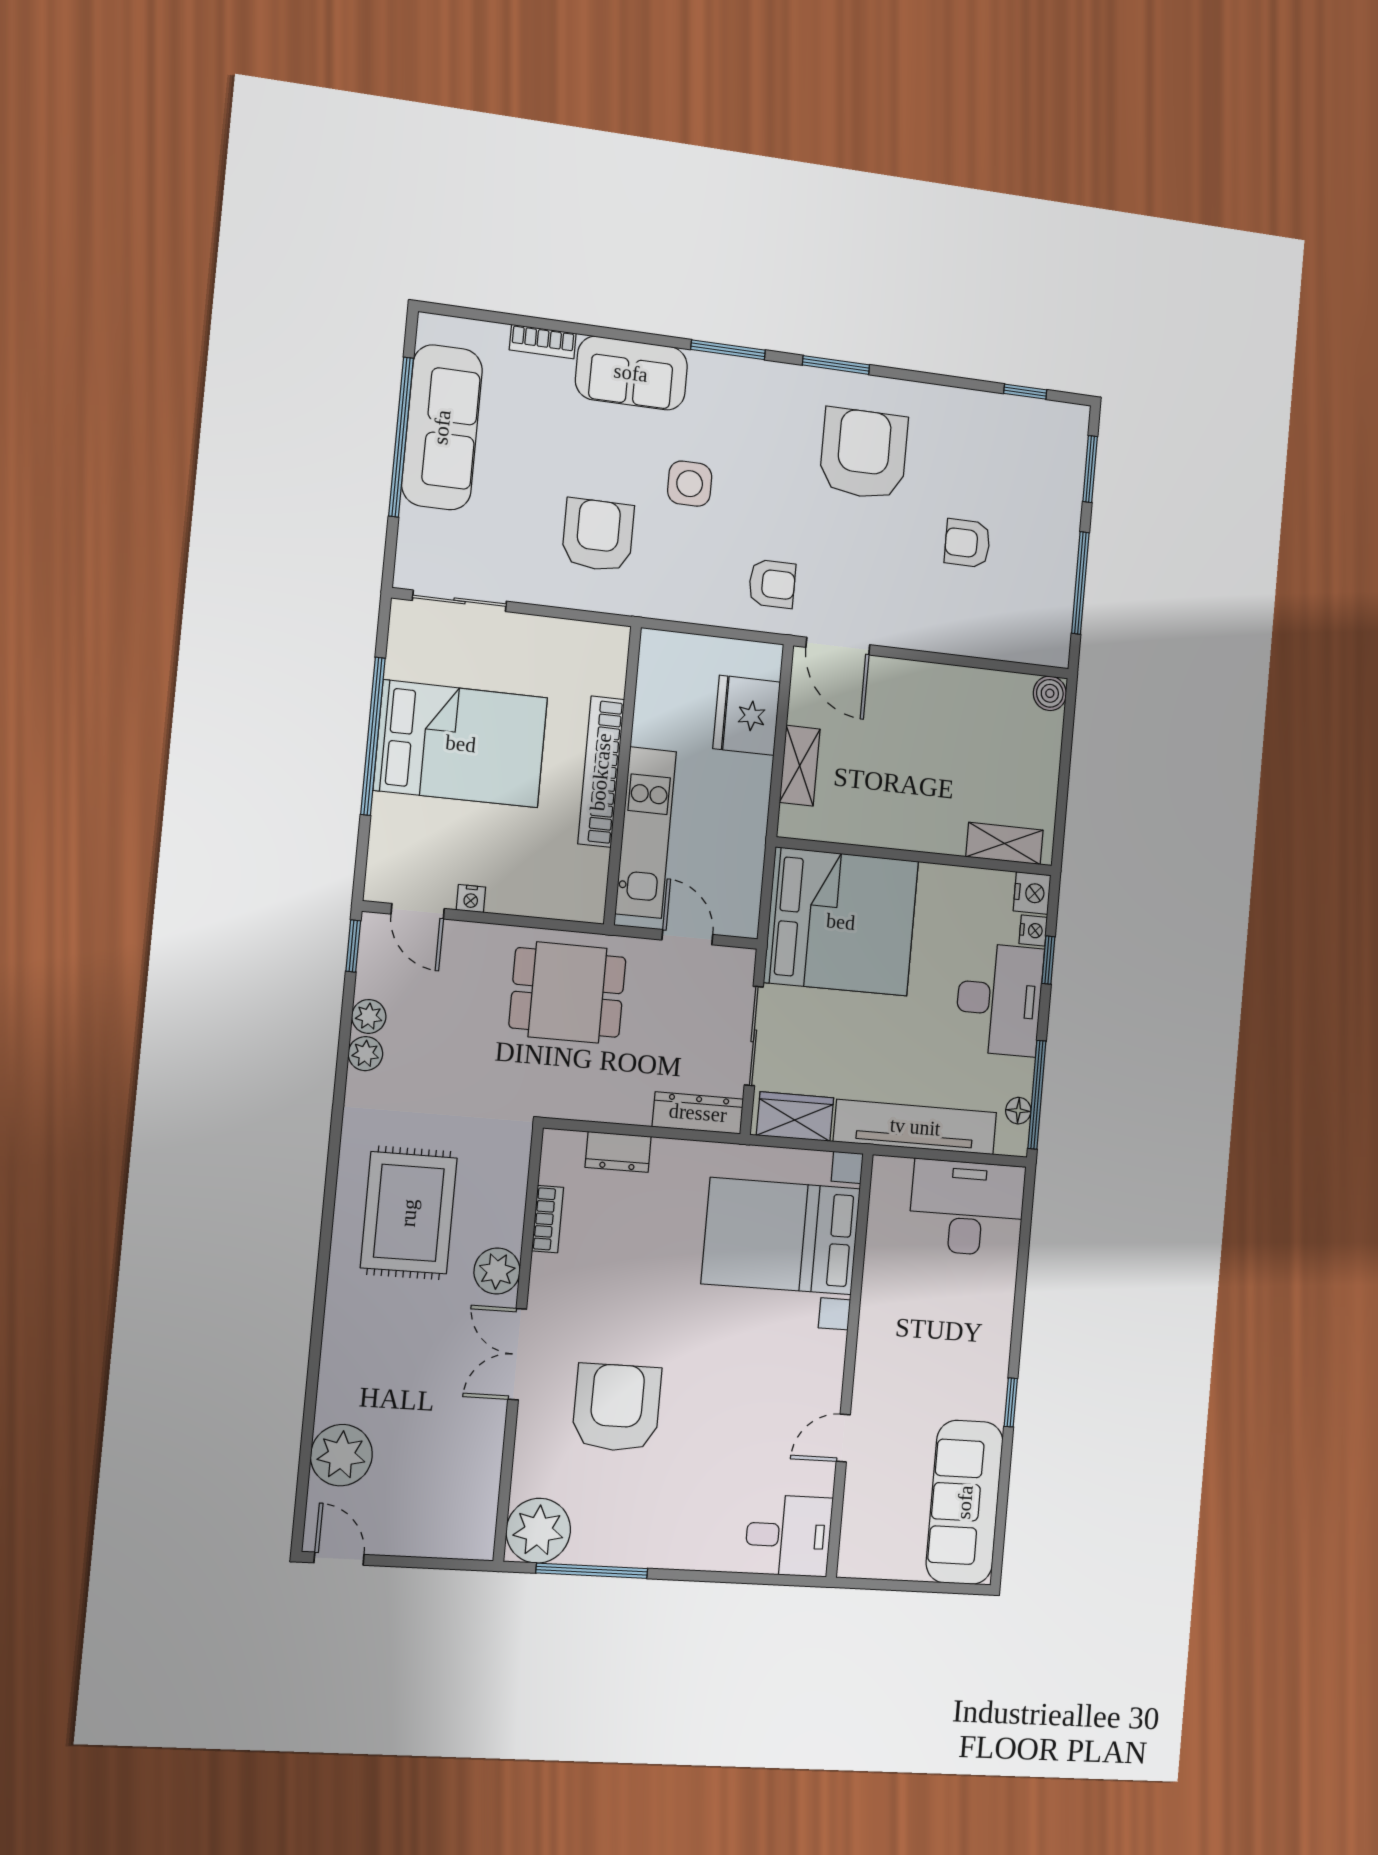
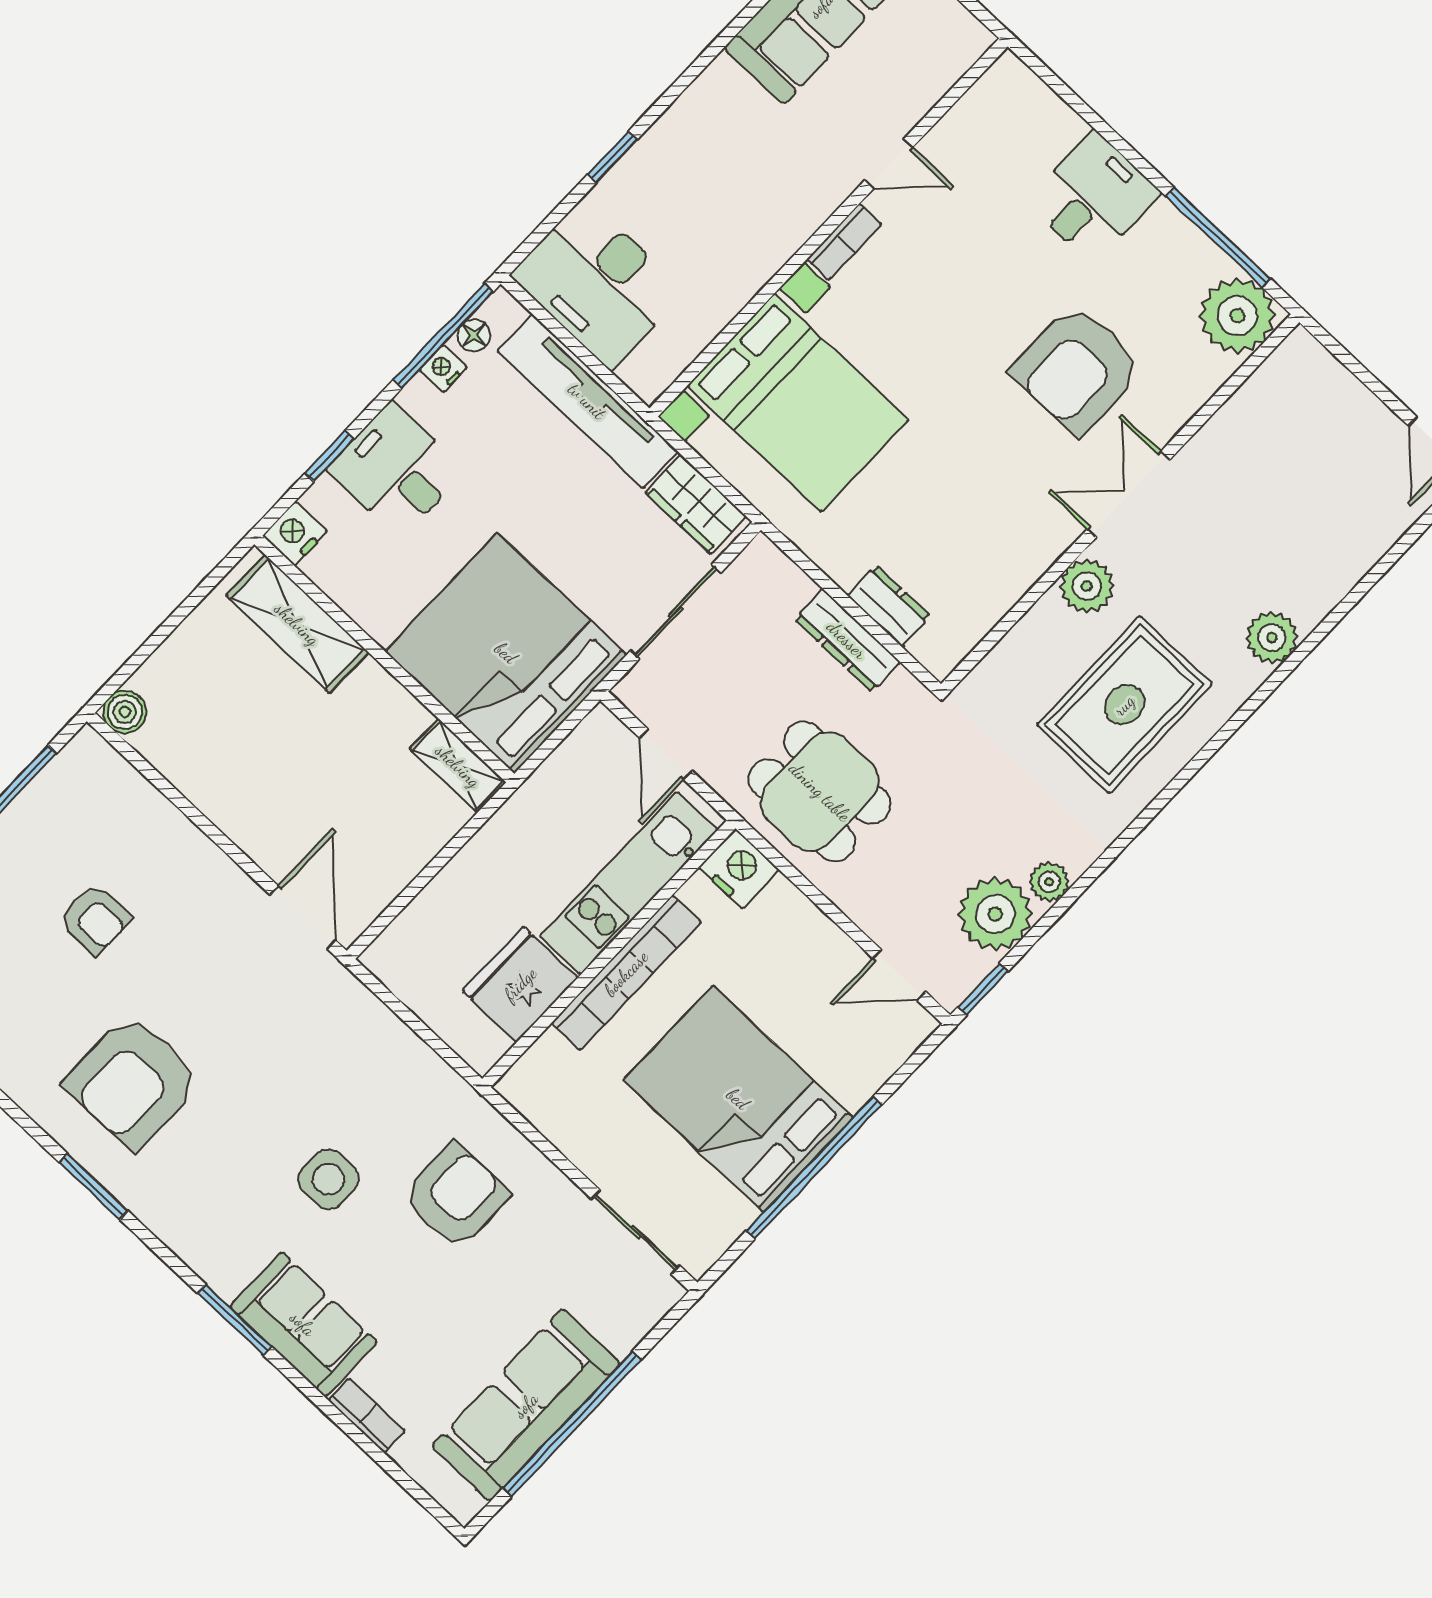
window: (728, 350) -> (234, 1320), moved
armchair: (598, 535) -> (456, 1196), turned 180
armchair: (772, 584) -> (322, 1025), removed
fridge: (747, 715) -> (520, 984), moved, turned 180
shelving: (800, 766) -> (458, 766), moved, turned 90
shelving: (1005, 843) -> (297, 624), width x1.50, depth x1.33
nightstand: (471, 899) -> (739, 869), moved, width x1.89, depth x1.79
door: (418, 911) -> (899, 975), swing flipped
nightstand: (1033, 930) -> (443, 369), moved
desk: (999, 999) -> (396, 470), width x0.73
plant: (369, 1016) -> (995, 914), width x1.88, depth x1.88
dresser: (698, 1113) -> (847, 640), moved
bookcase: (548, 1219) -> (844, 242), moved, turned 180
double door: (517, 1354) -> (1129, 494), swing flipped
window: (1011, 1402) -> (612, 157), moved
plant: (341, 1455) -> (1272, 638), moved, width x0.73, depth x0.73
desk: (789, 1536) -> (1093, 197), moved, turned 90

